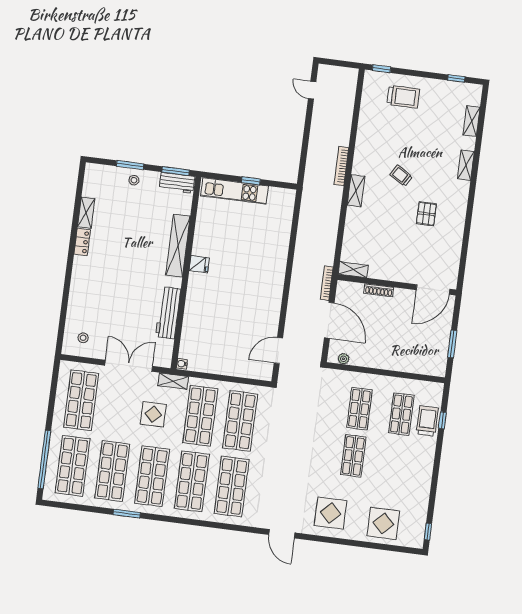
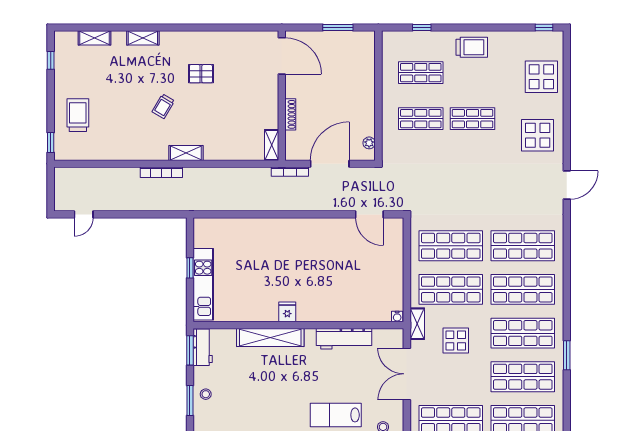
lab bench: (100, 296) -> (336, 415), added
trolley: (427, 421) -> (472, 47), moved, turned 180

